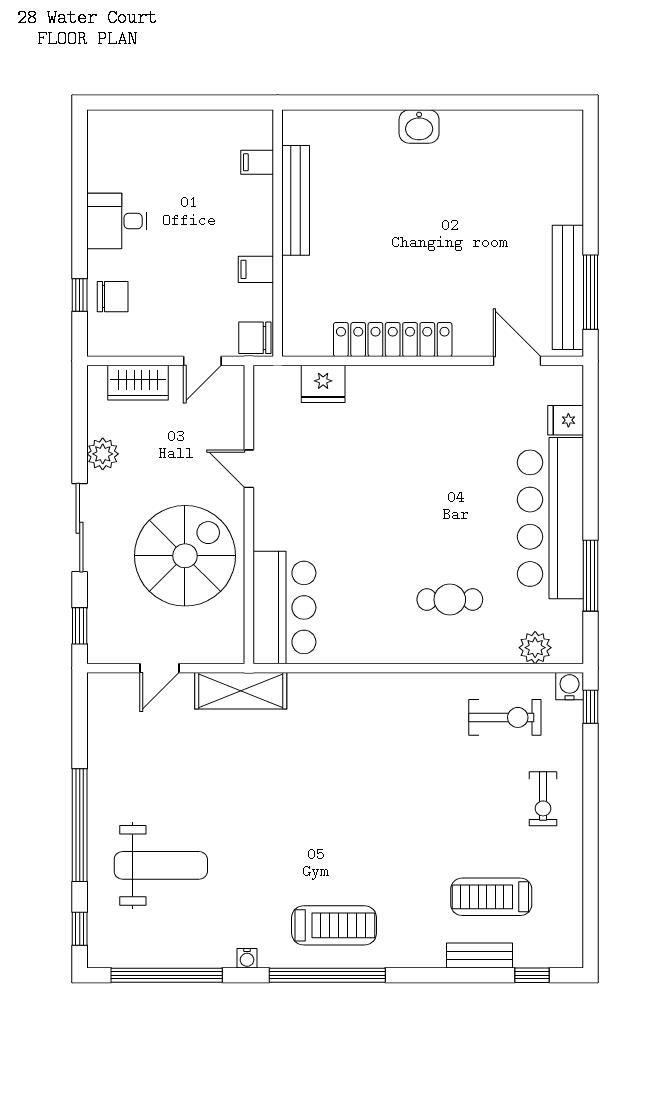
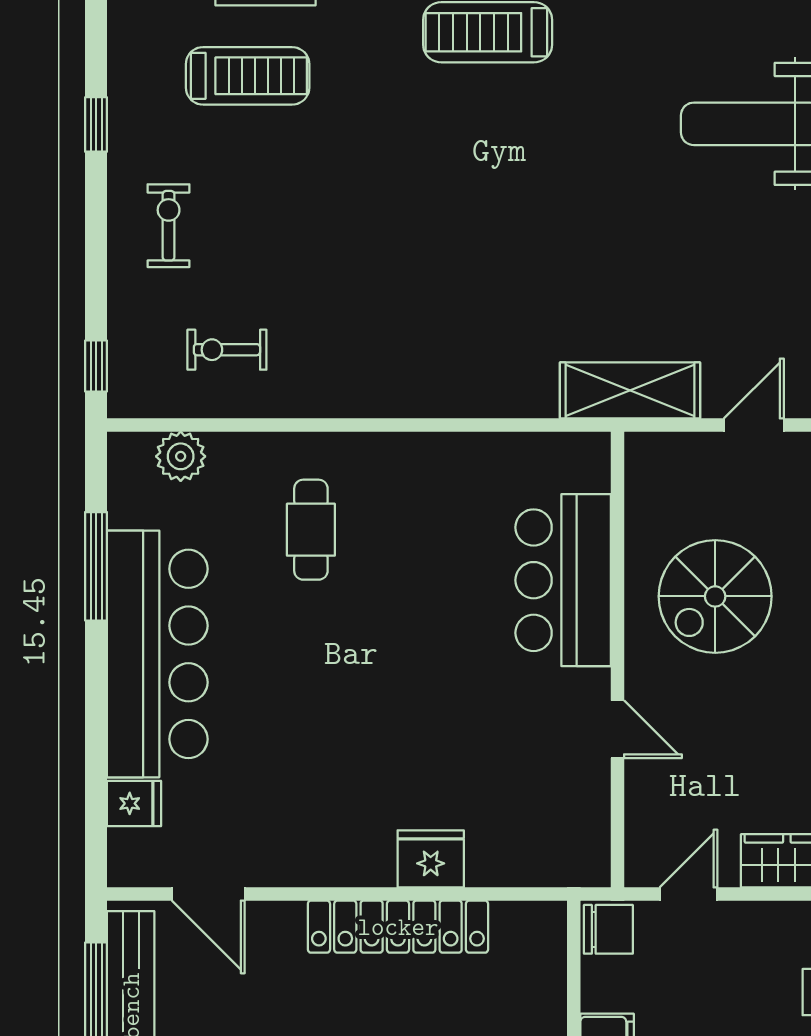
fridge: (323, 384) -> (431, 859), moved
spiral stairs: (185, 556) -> (715, 596), width x0.73, depth x0.73
cafe table: (450, 600) -> (311, 530), turned 90
bar counter: (285, 607) -> (563, 580), moved
water cooler: (570, 686) -> (128, 397), removed
exercise bike: (505, 717) -> (227, 350), width x0.73, depth x0.72
window: (591, 865) -> (96, 124), added

